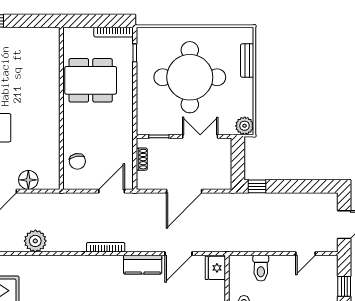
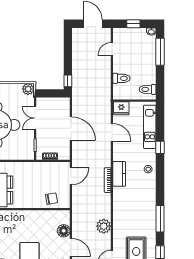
door: (112, 191) -> (71, 176), swing flipped
door: (306, 254) -> (112, 49), swing flipped
kitchen counter: (143, 265) -> (119, 174), moved

